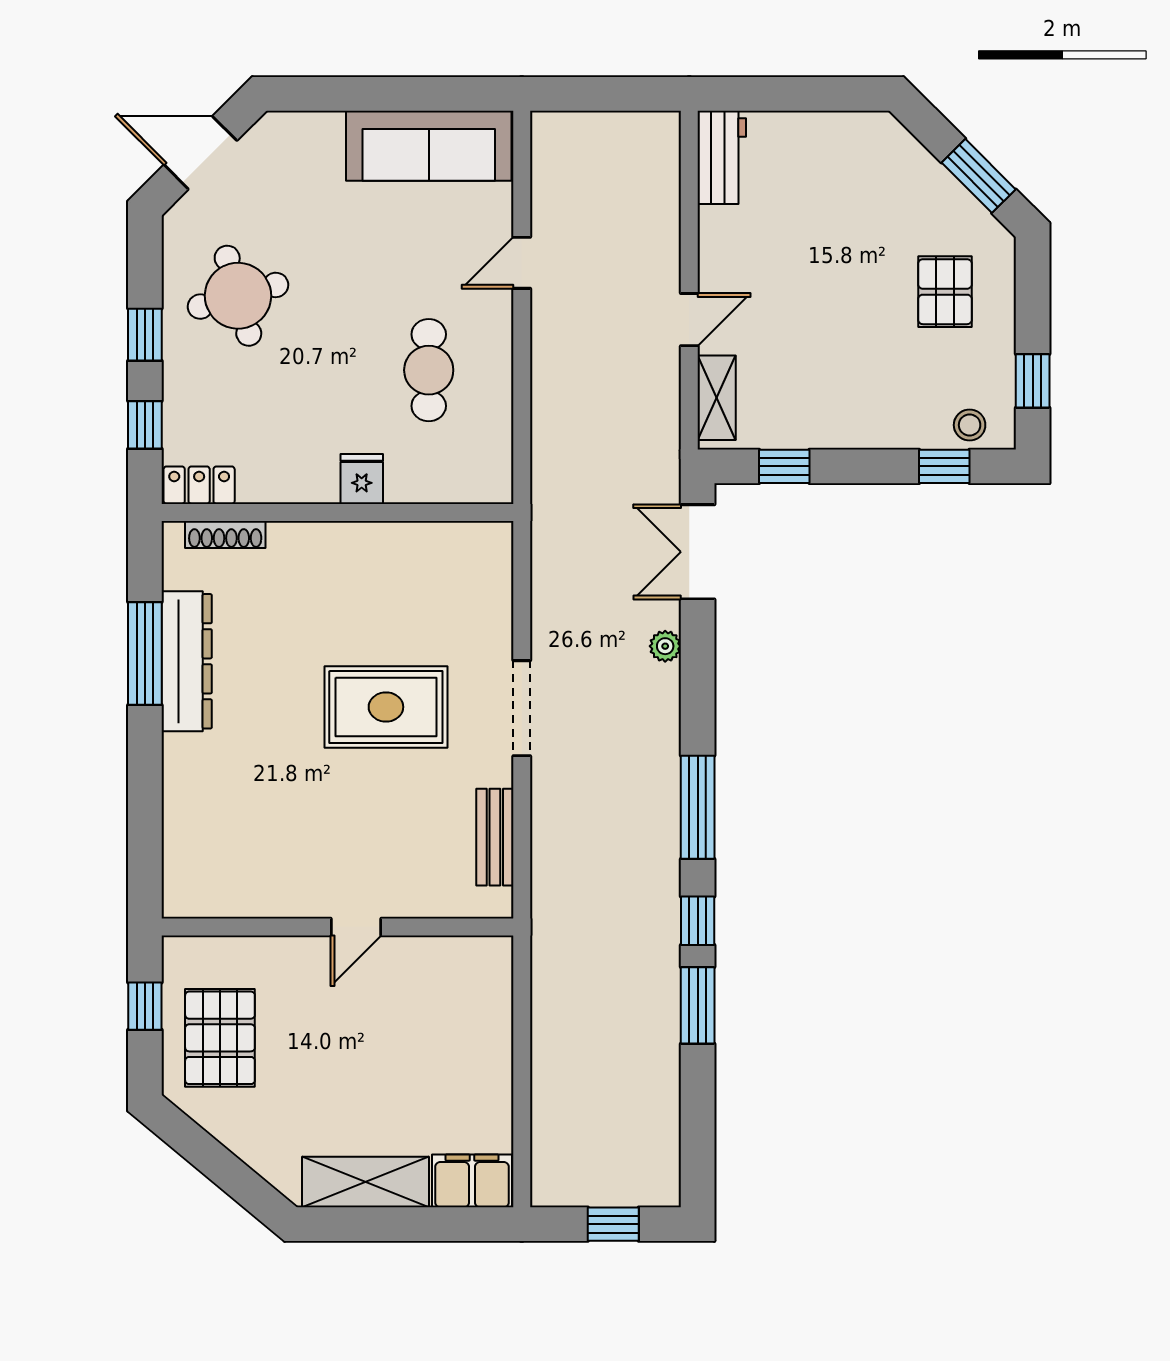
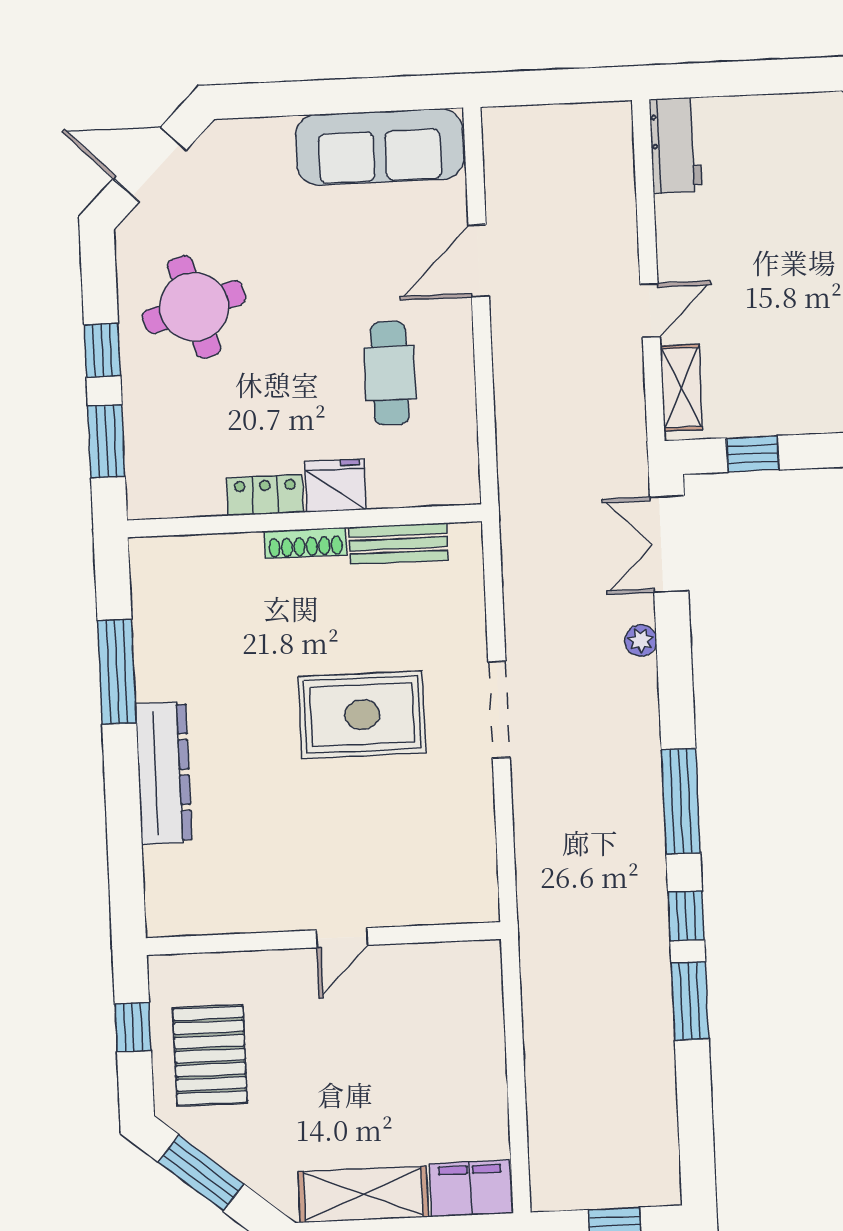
door: (522, 263) -> (479, 261), width x1.38
window: (145, 425) -> (106, 441), width x1.50
fridge: (362, 479) -> (335, 486), width x1.38
locker: (199, 485) -> (265, 495), moved
shoe rack: (225, 535) -> (305, 543), moved
dresser: (187, 661) -> (164, 773), moved
bench: (495, 837) -> (399, 544), moved, turned 90
window: (206, 1154) -> (201, 1173), added

